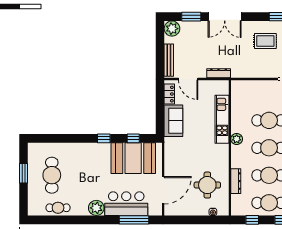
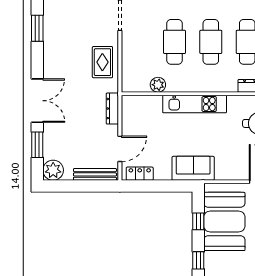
rug: (265, 41) -> (102, 62), moved
kitchen unit: (222, 119) -> (195, 104), moved
sofa: (173, 121) -> (193, 168), moved
plant: (237, 139) -> (158, 85), moved

